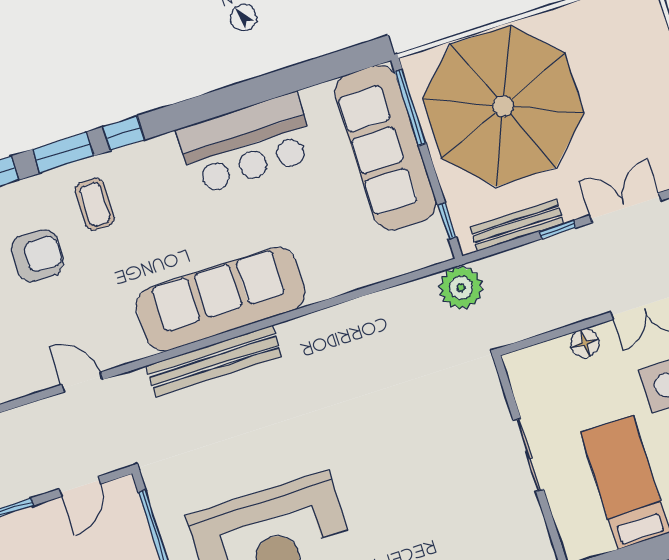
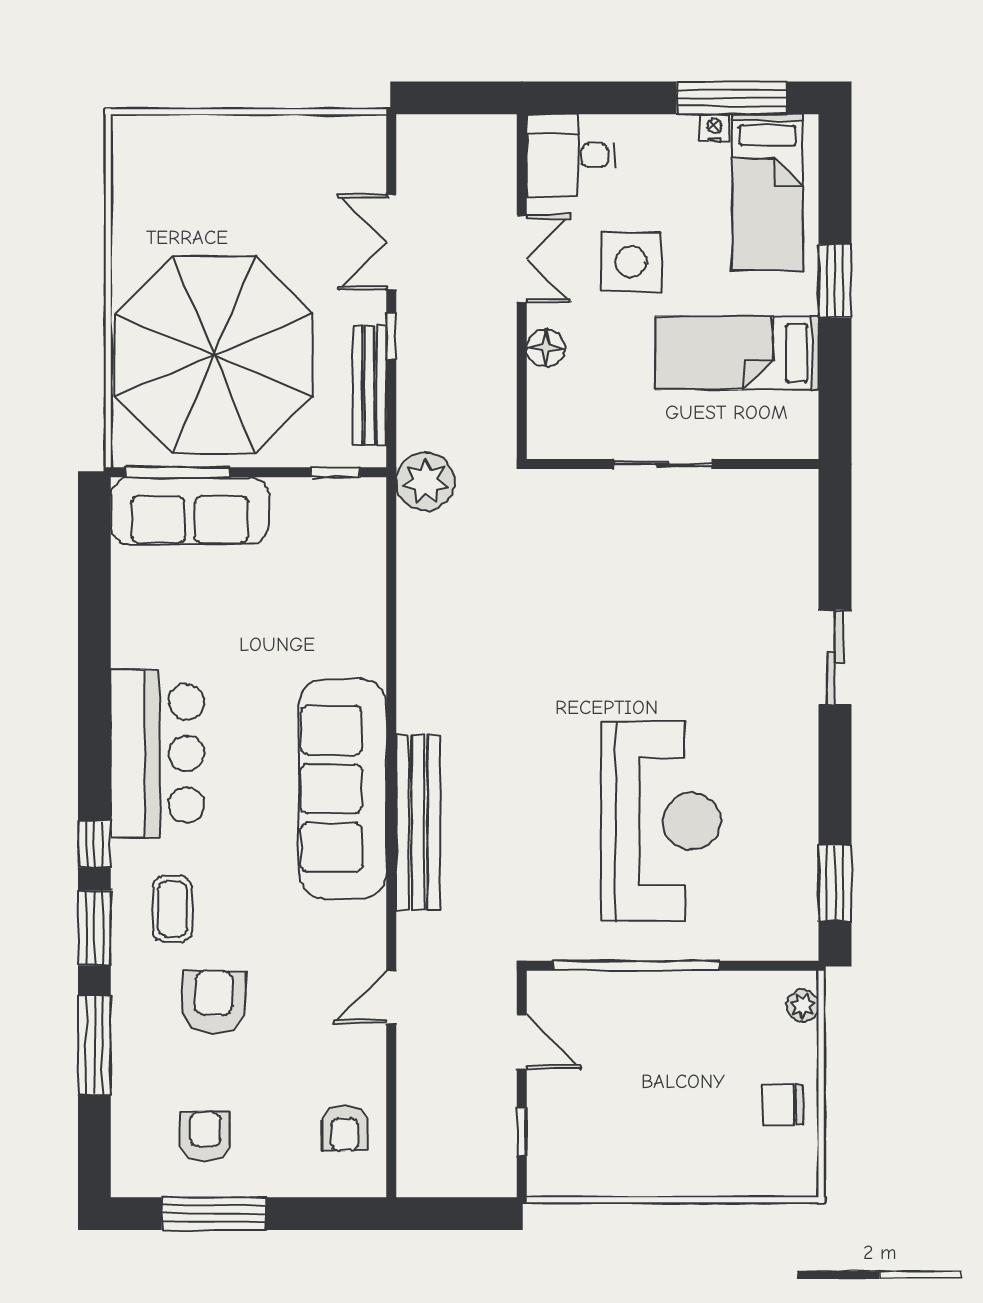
bar counter: (246, 144) -> (158, 753), moved
sofa: (385, 148) -> (190, 511), width x0.74, depth x0.79
coffee table: (95, 204) -> (172, 909), turned 90

